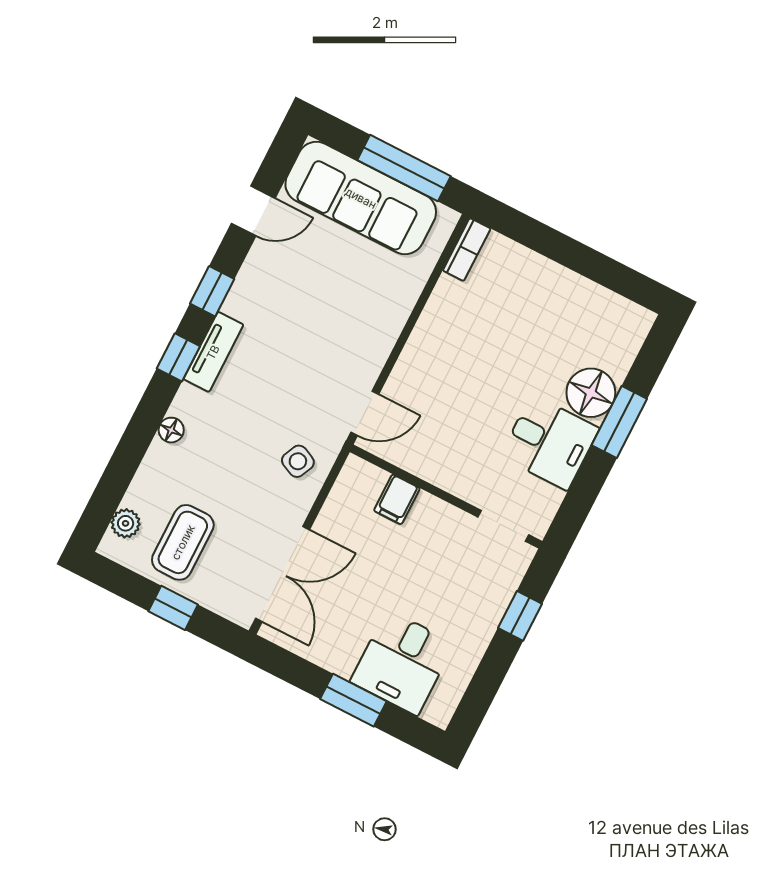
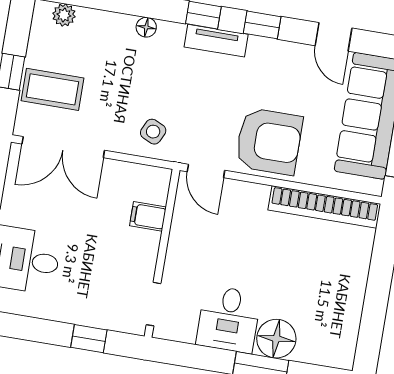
bookcase: (467, 250) -> (324, 207), width x2.31, depth x1.31
armchair: (353, 327) -> (269, 141), added
coffee table: (183, 542) -> (53, 89), moved

